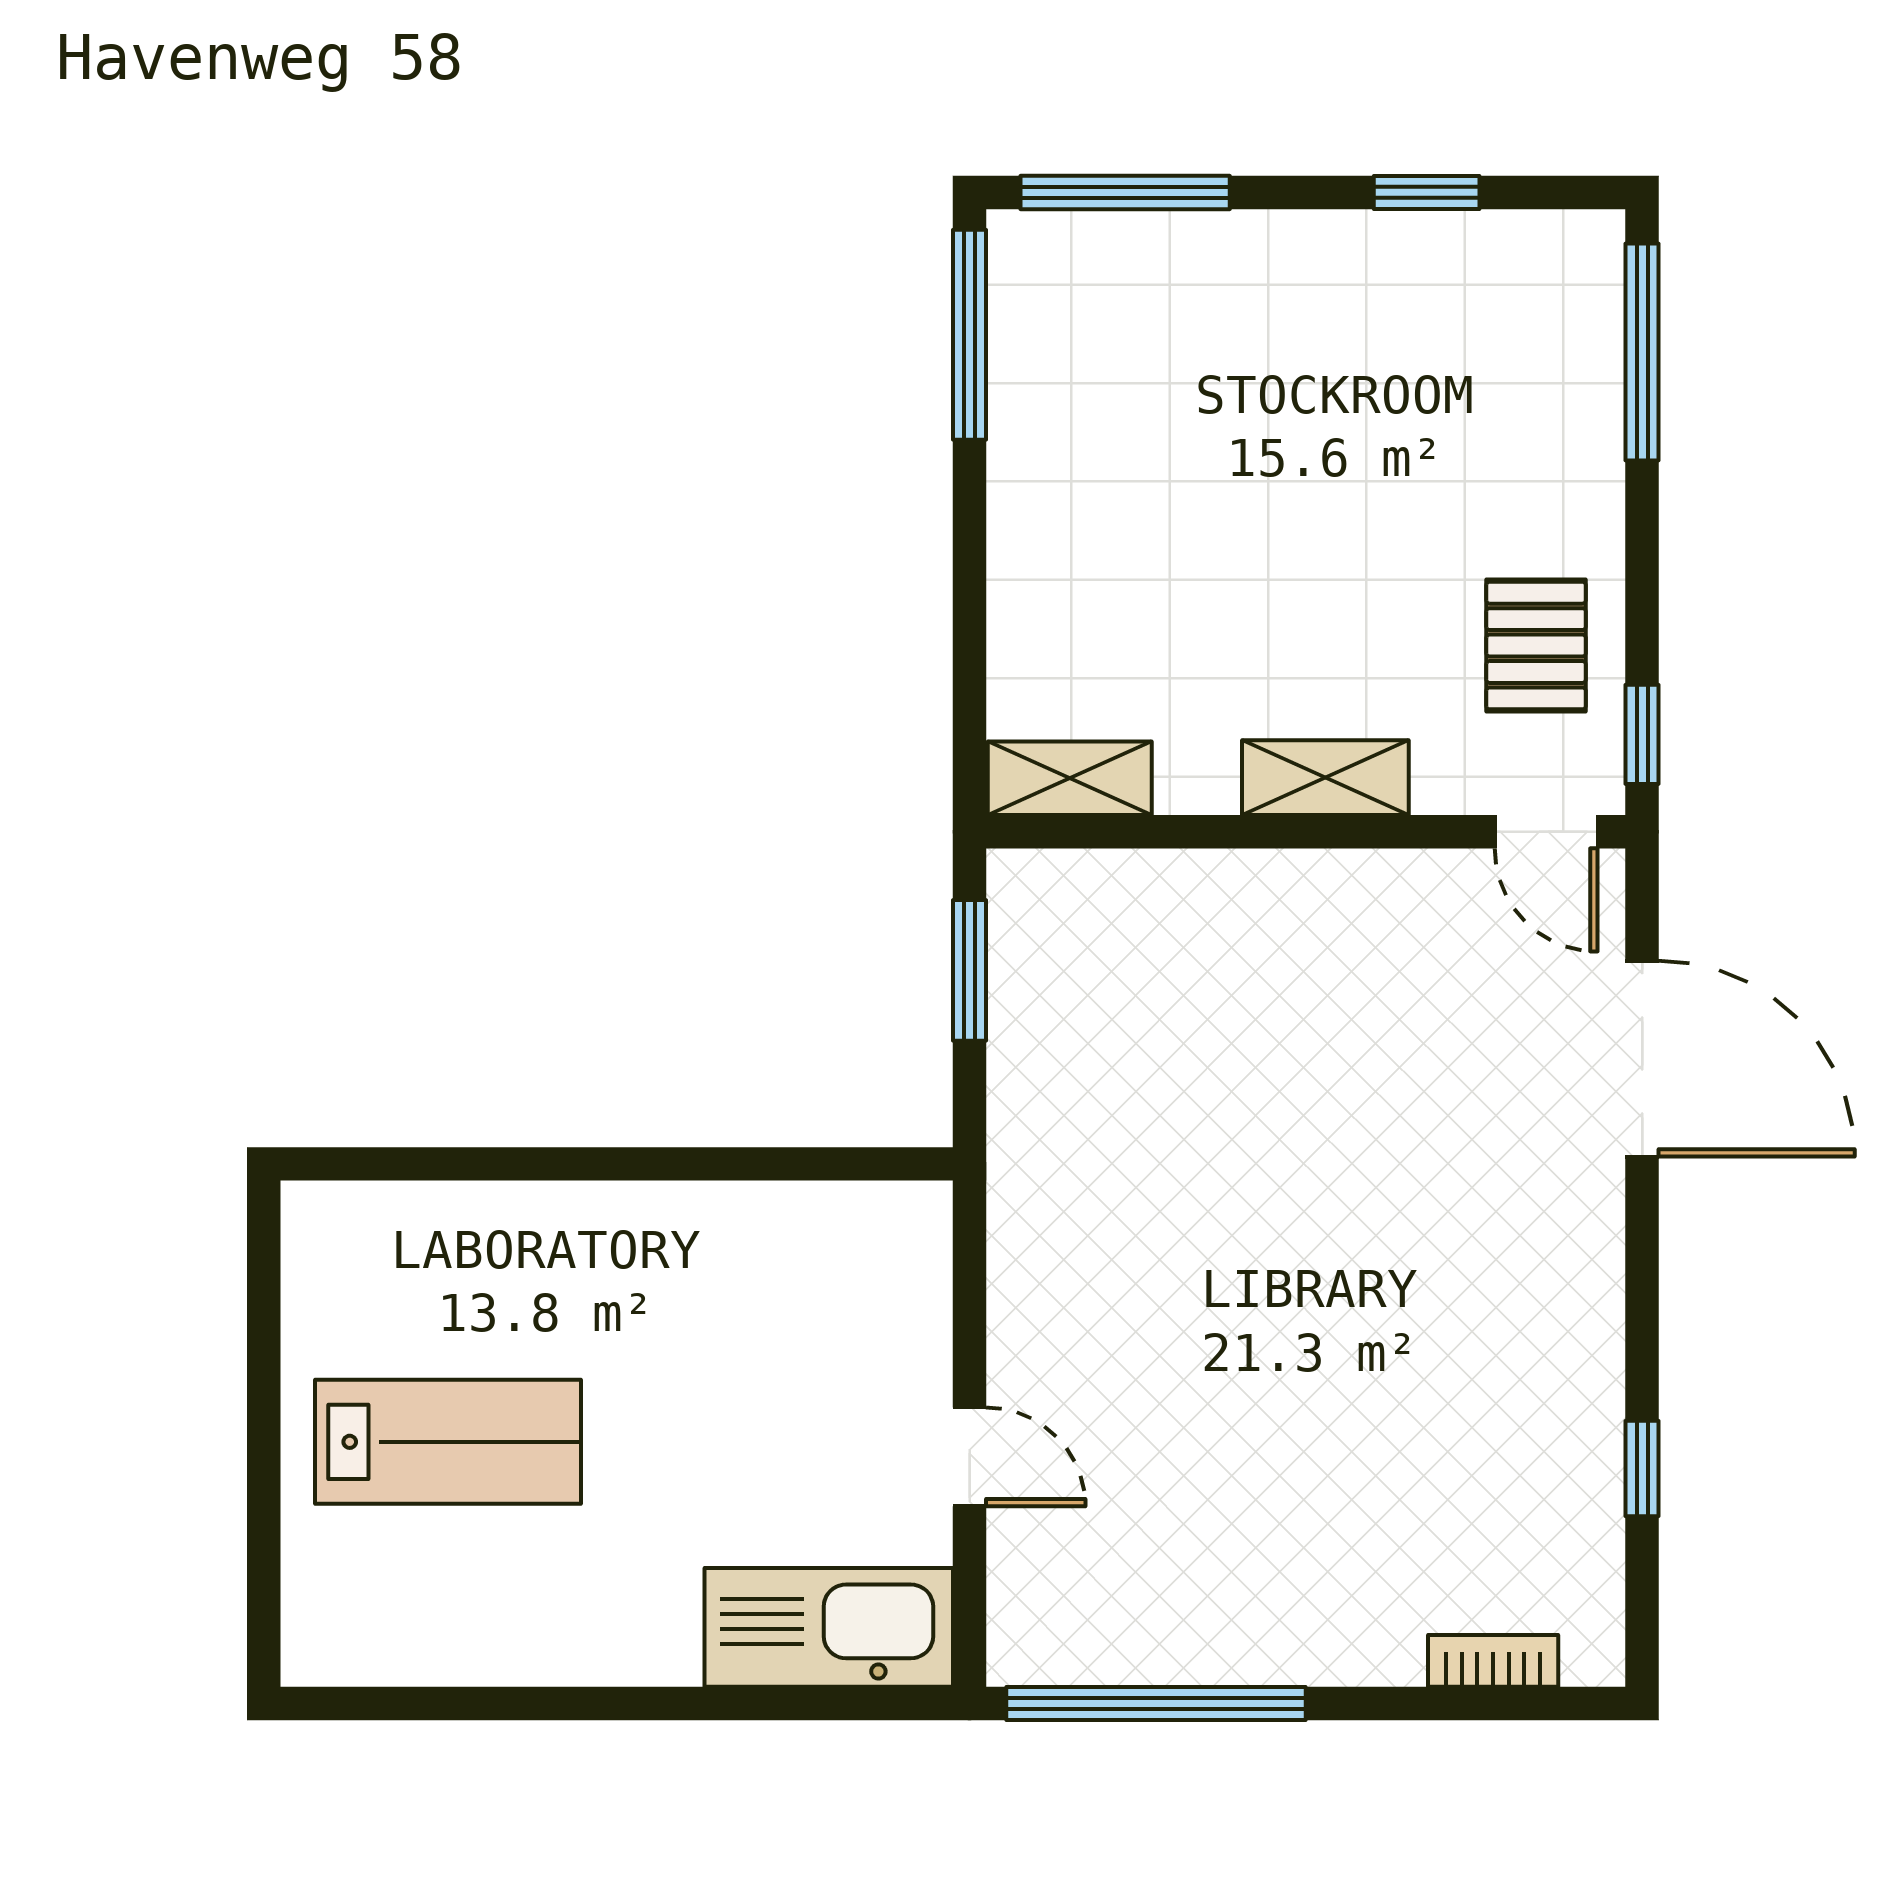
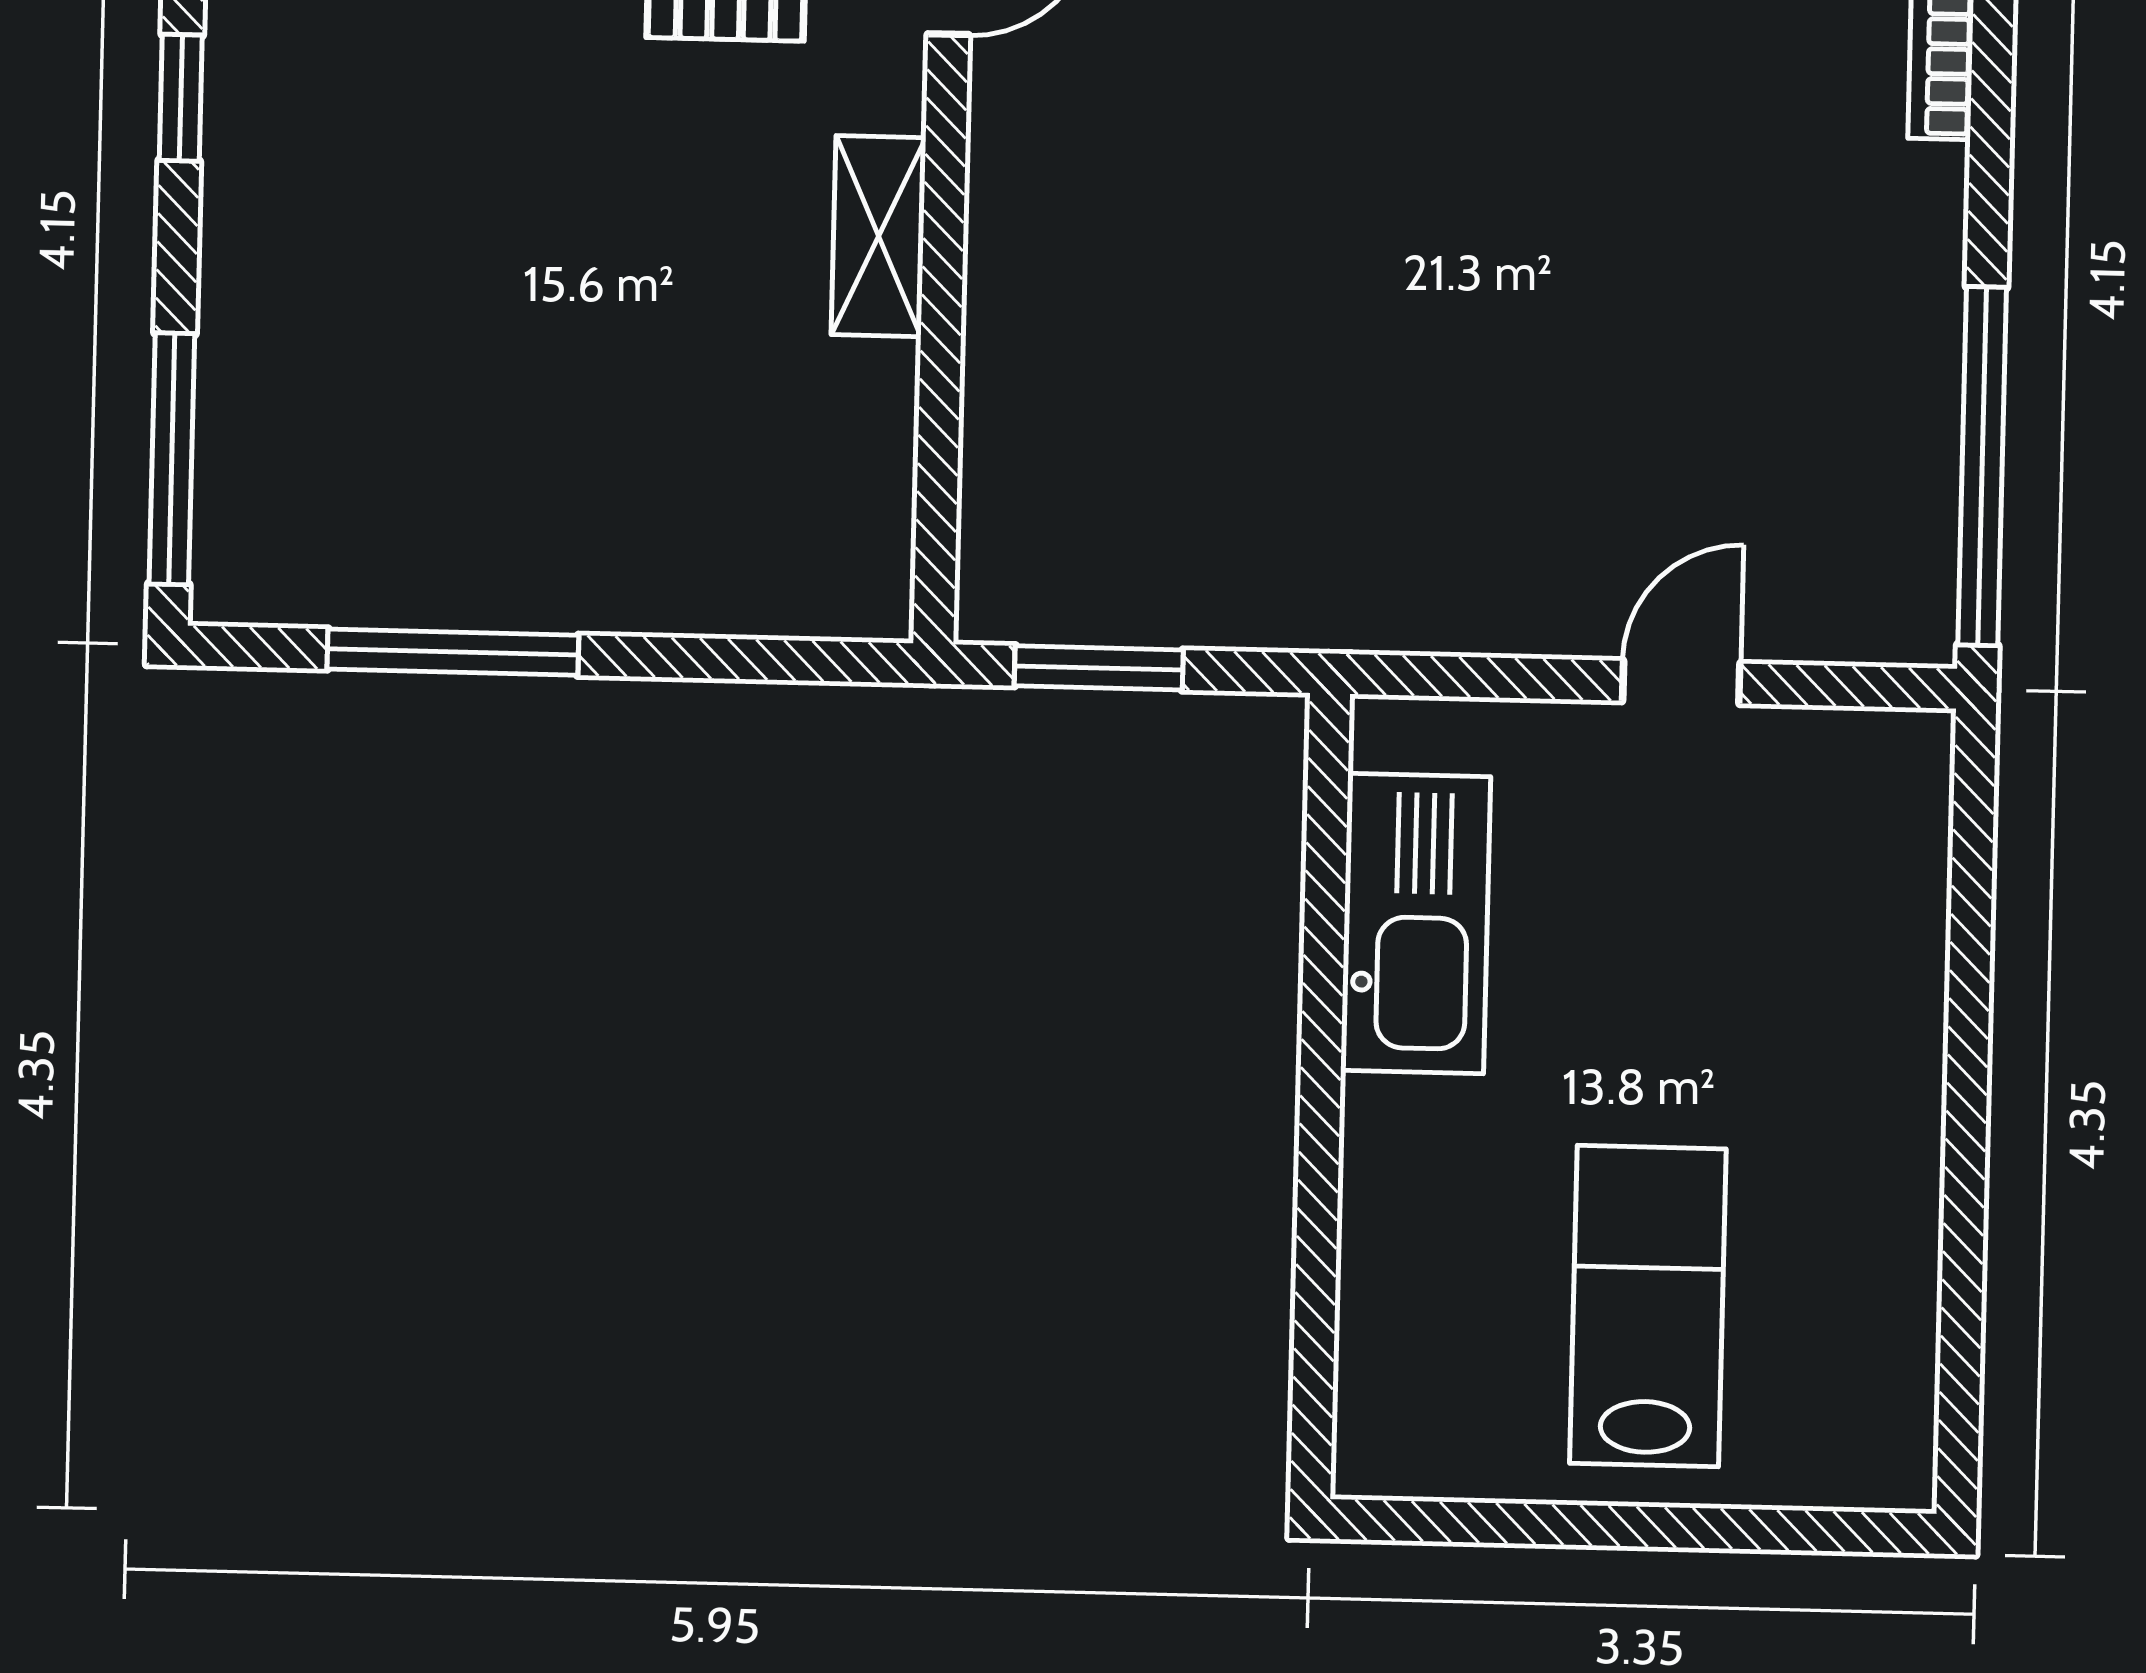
window: (970, 335) -> (453, 652), moved
shelving: (1070, 778) -> (872, 542), removed
kitchen sink: (829, 1627) -> (1416, 923), moved, turned 180

